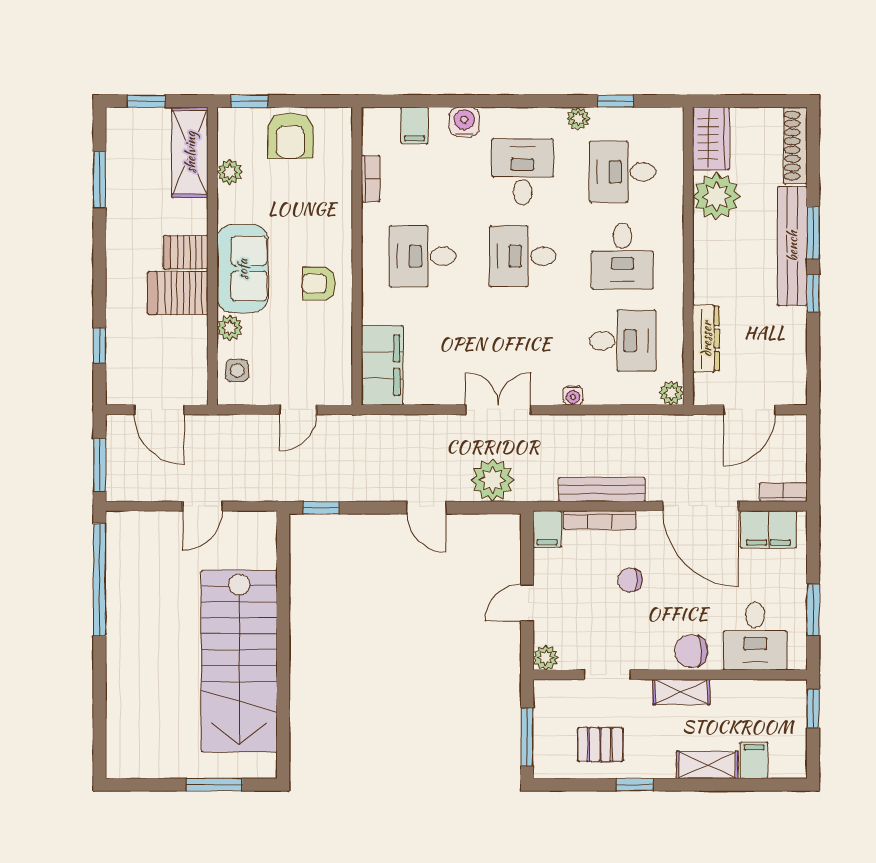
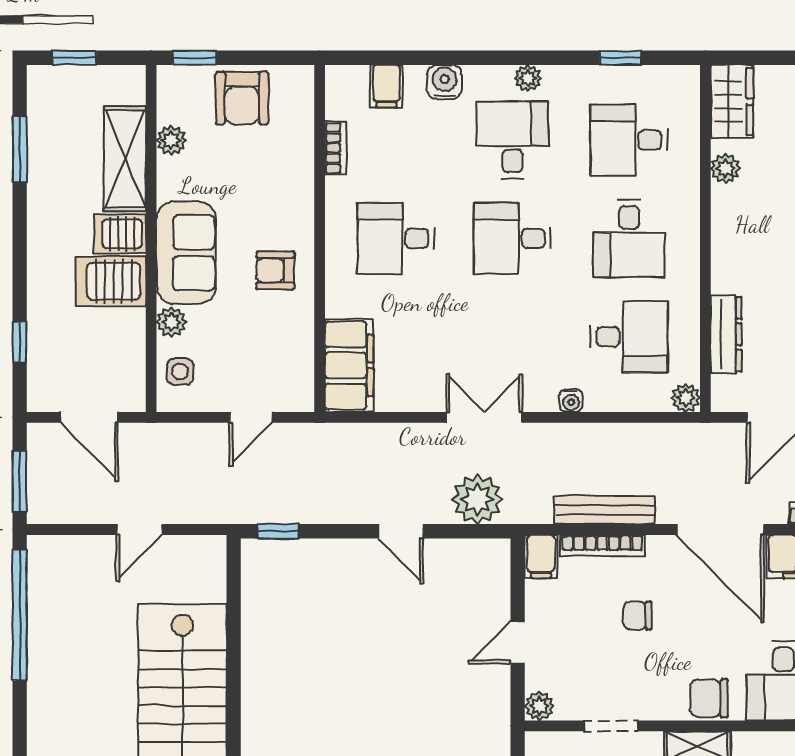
plant: (578, 119) -> (528, 78), moved
shelving: (190, 152) -> (125, 159), moved
plant: (716, 196) -> (725, 169), width x0.53, depth x0.53

